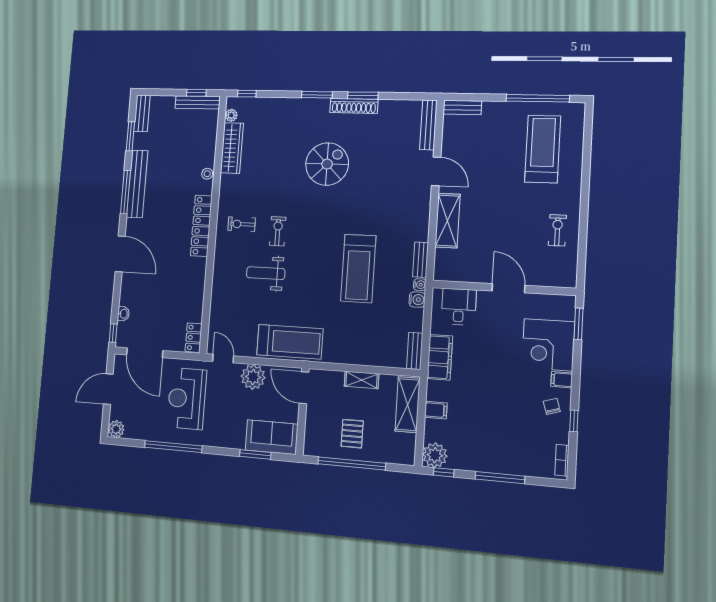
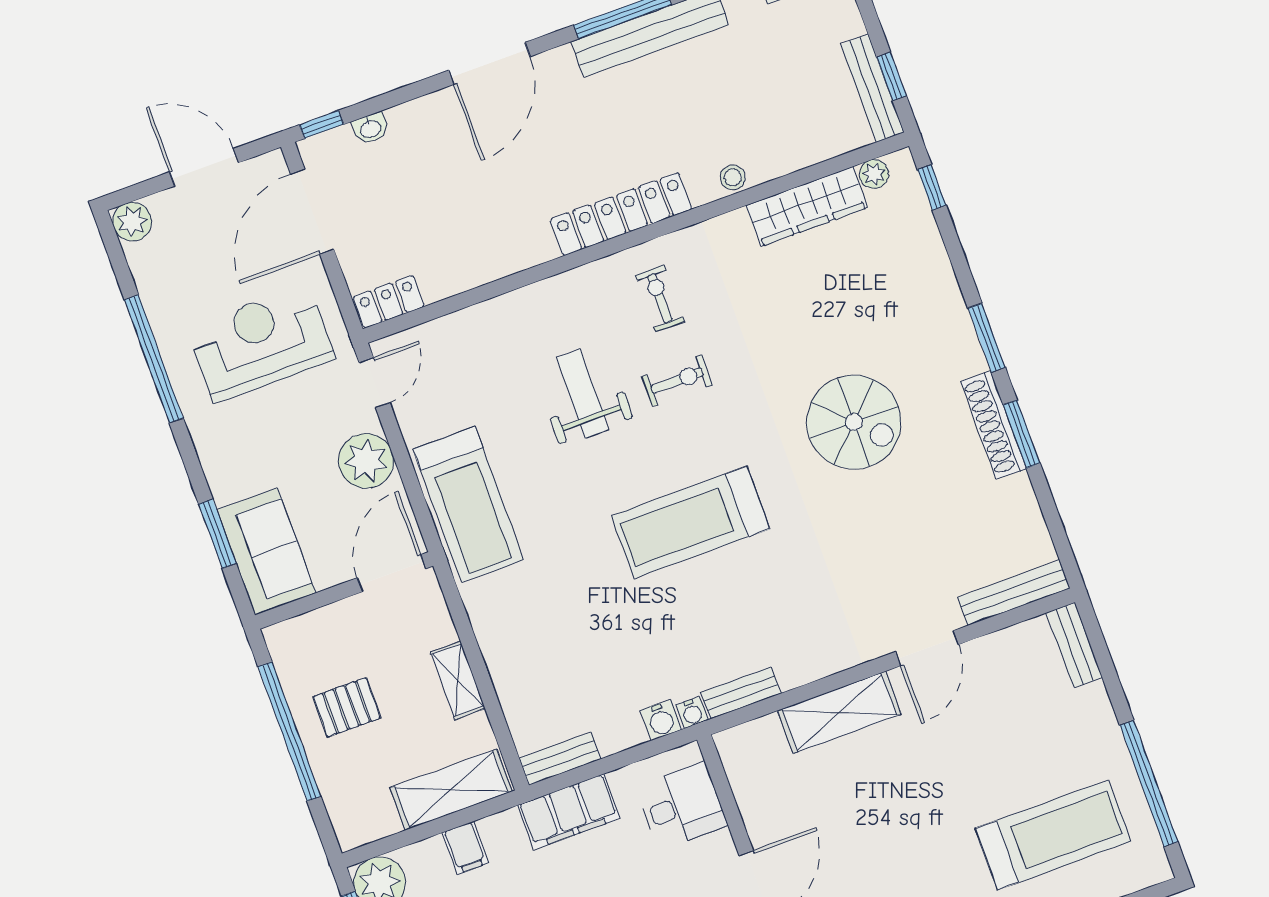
treadmill: (358, 268) -> (691, 522), moved

